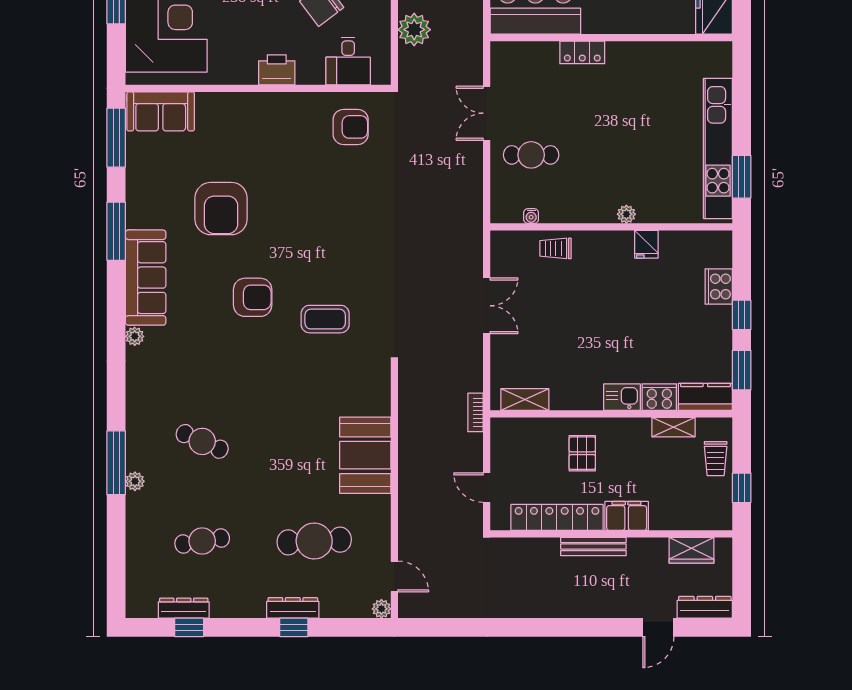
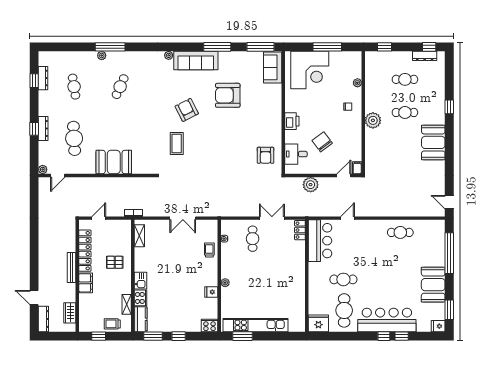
locker: (582, 52) -> (300, 230), moved
cooker: (719, 286) -> (209, 325), moved
armchair: (253, 297) -> (187, 110), turned 153

